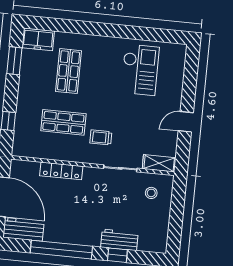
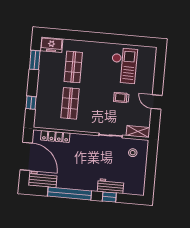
shop shelf: (63, 122) -> (70, 103), turned 90
door: (186, 122) -> (157, 102), hinge flipped
trolley: (101, 137) -> (121, 98), moved
locker: (61, 171) -> (55, 137), moved

